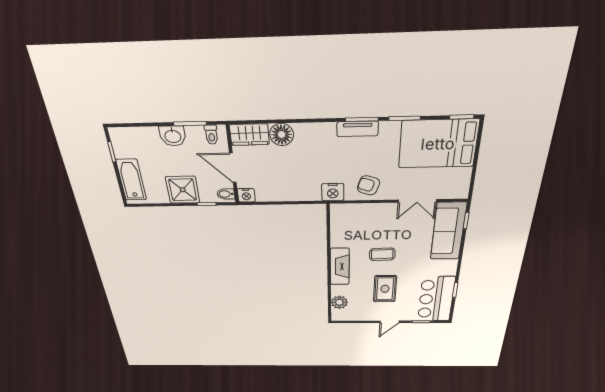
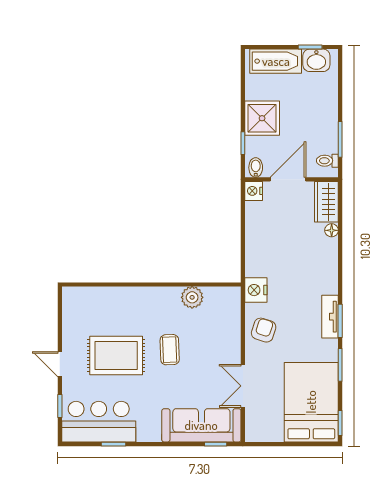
floor lamp: (282, 135) -> (332, 230), width x0.53, depth x0.53
washbasin: (173, 136) -> (316, 60), moved, turned -90
fireplace: (340, 267) -> (152, 298), removed
rug: (385, 289) -> (116, 355), width x1.36, depth x1.43
plant: (339, 302) -> (192, 297), moved

